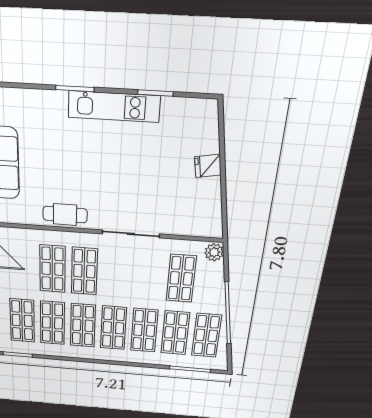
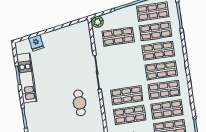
kitchen unit: (114, 107) -> (27, 78), moved
fridge: (208, 166) -> (36, 43), moved
cafe table: (65, 215) -> (80, 103), moved

